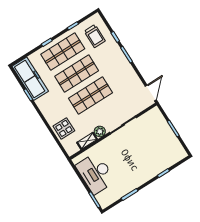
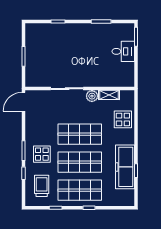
display table: (110, 61) -> (42, 154), added
freezer: (30, 79) -> (125, 167), moved
desk: (96, 173) -> (123, 51), width x0.53, depth x0.77

